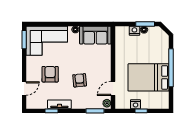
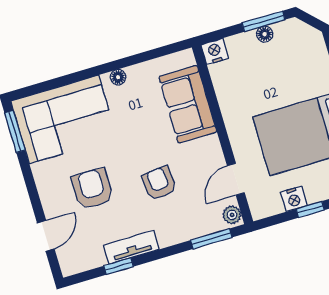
nightstand: (134, 31) -> (215, 51), moved
sofa: (95, 35) -> (188, 104), moved, turned 90

